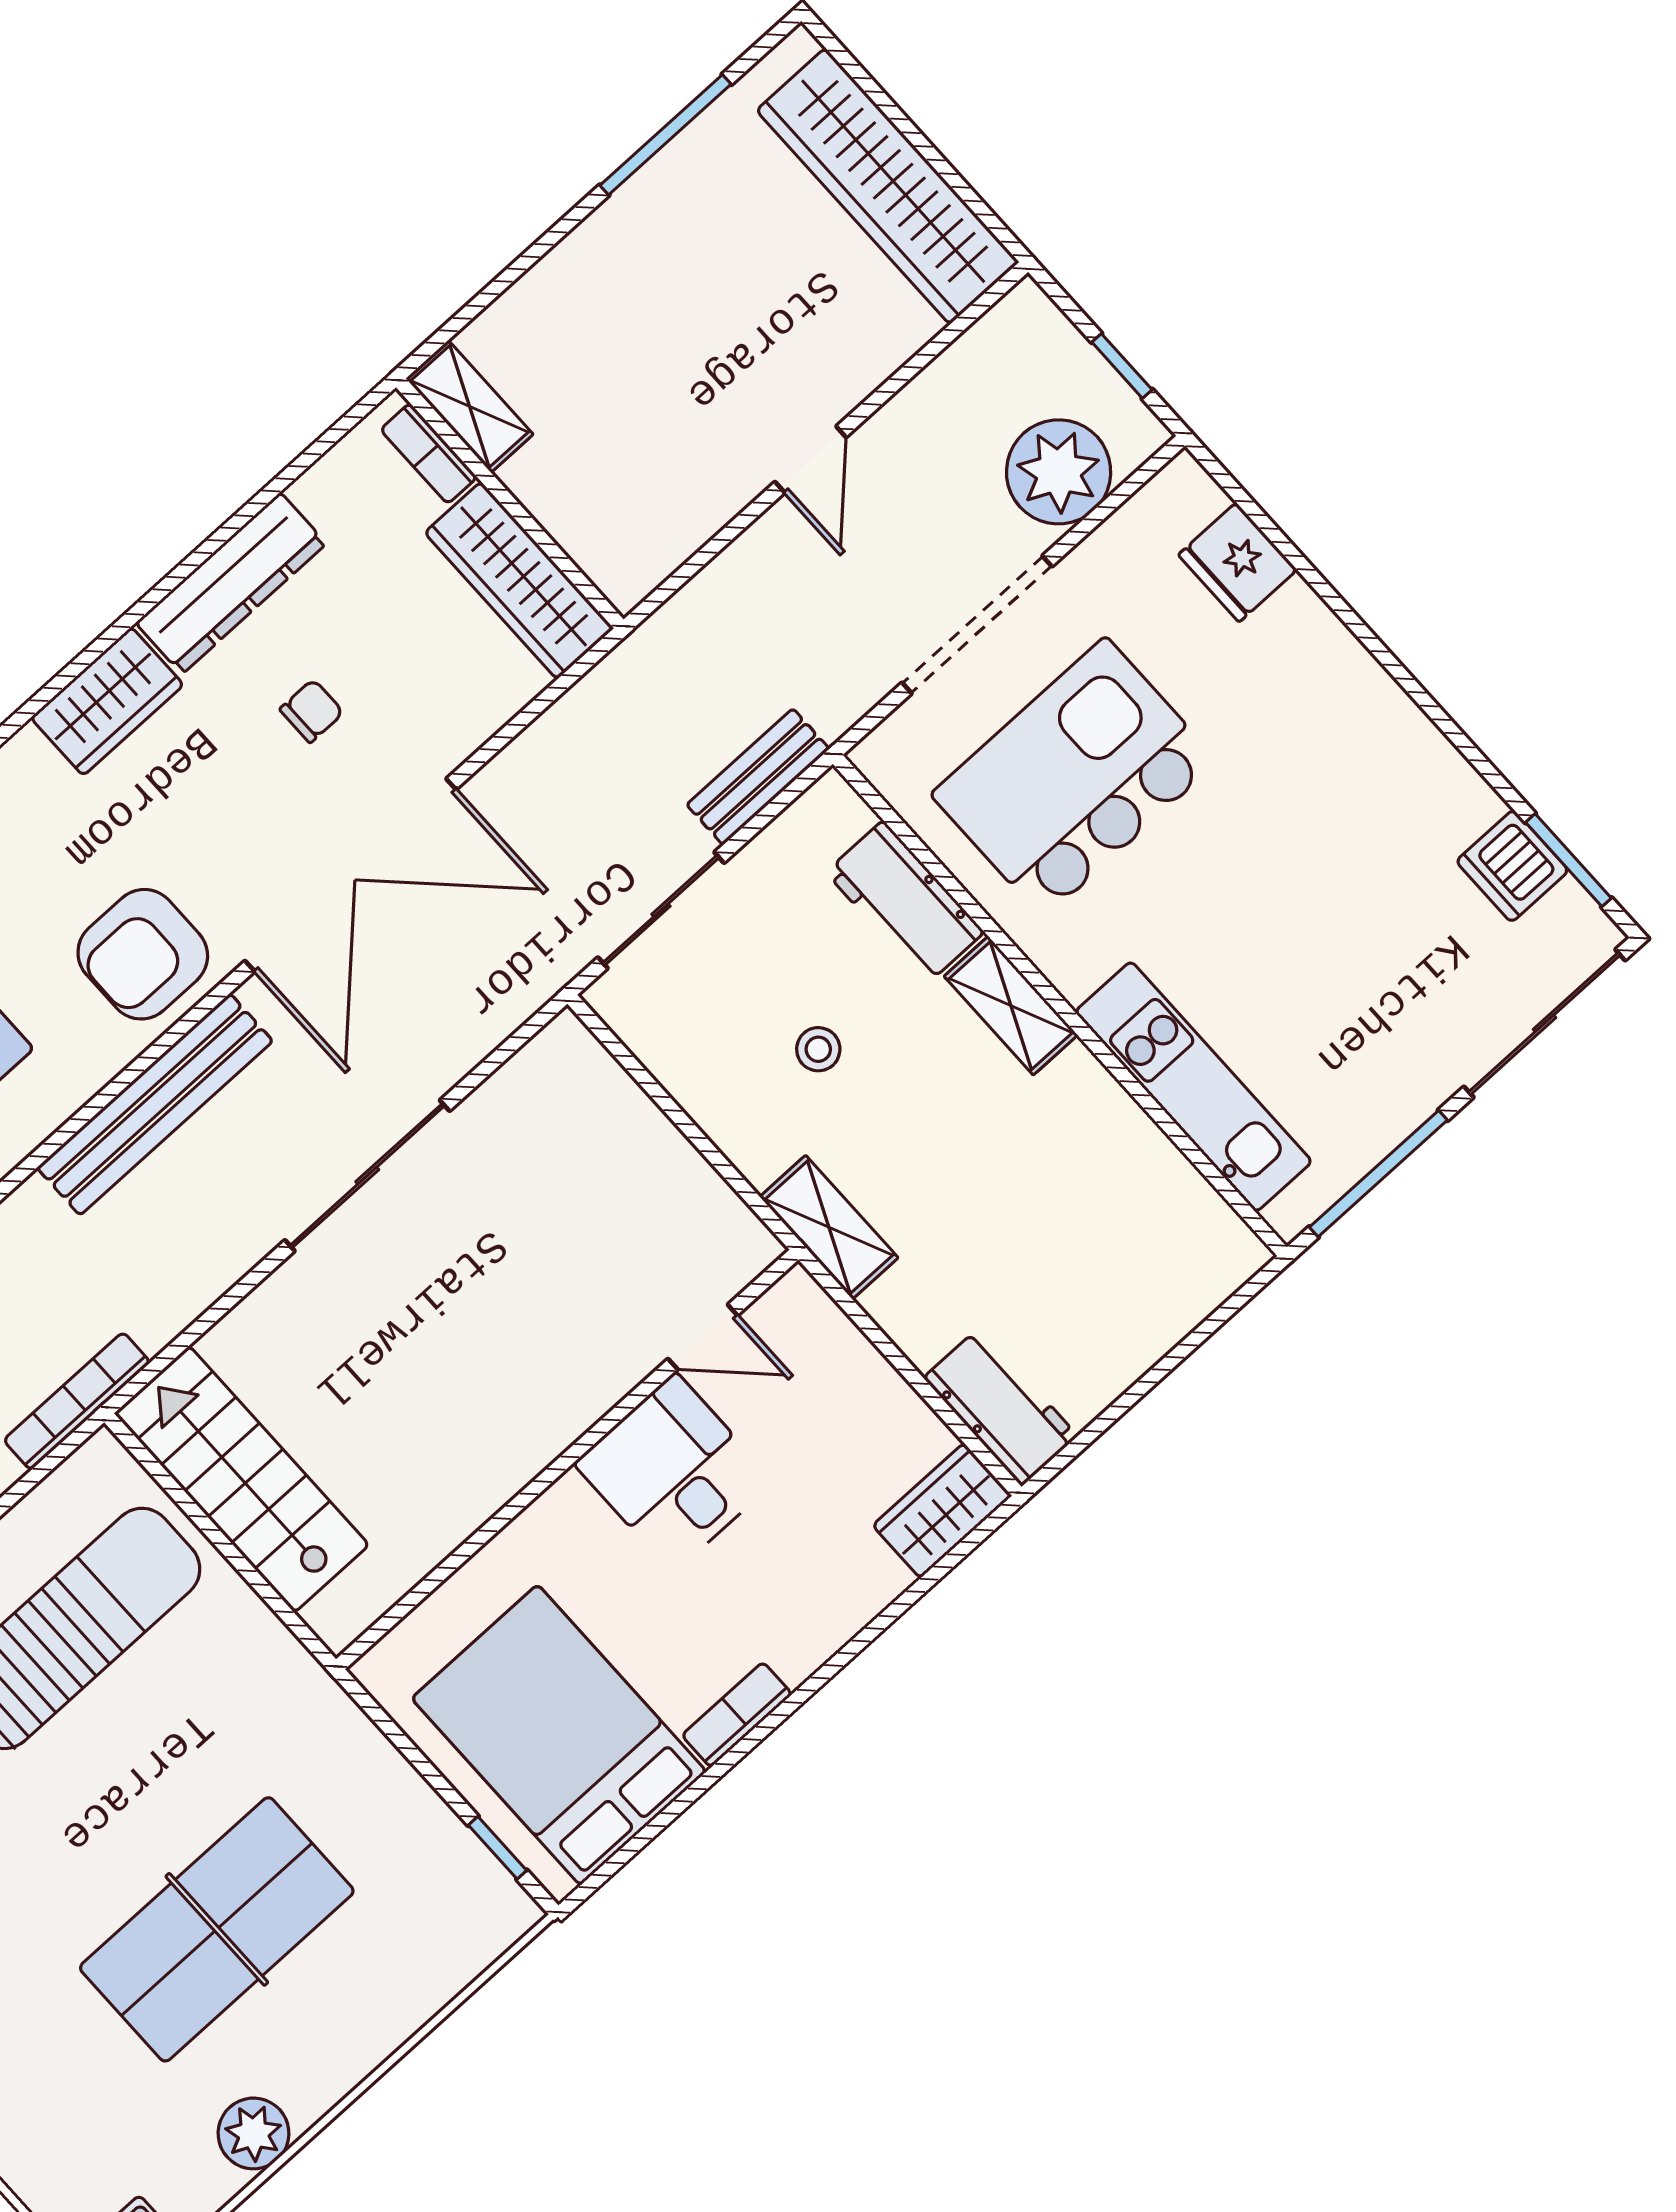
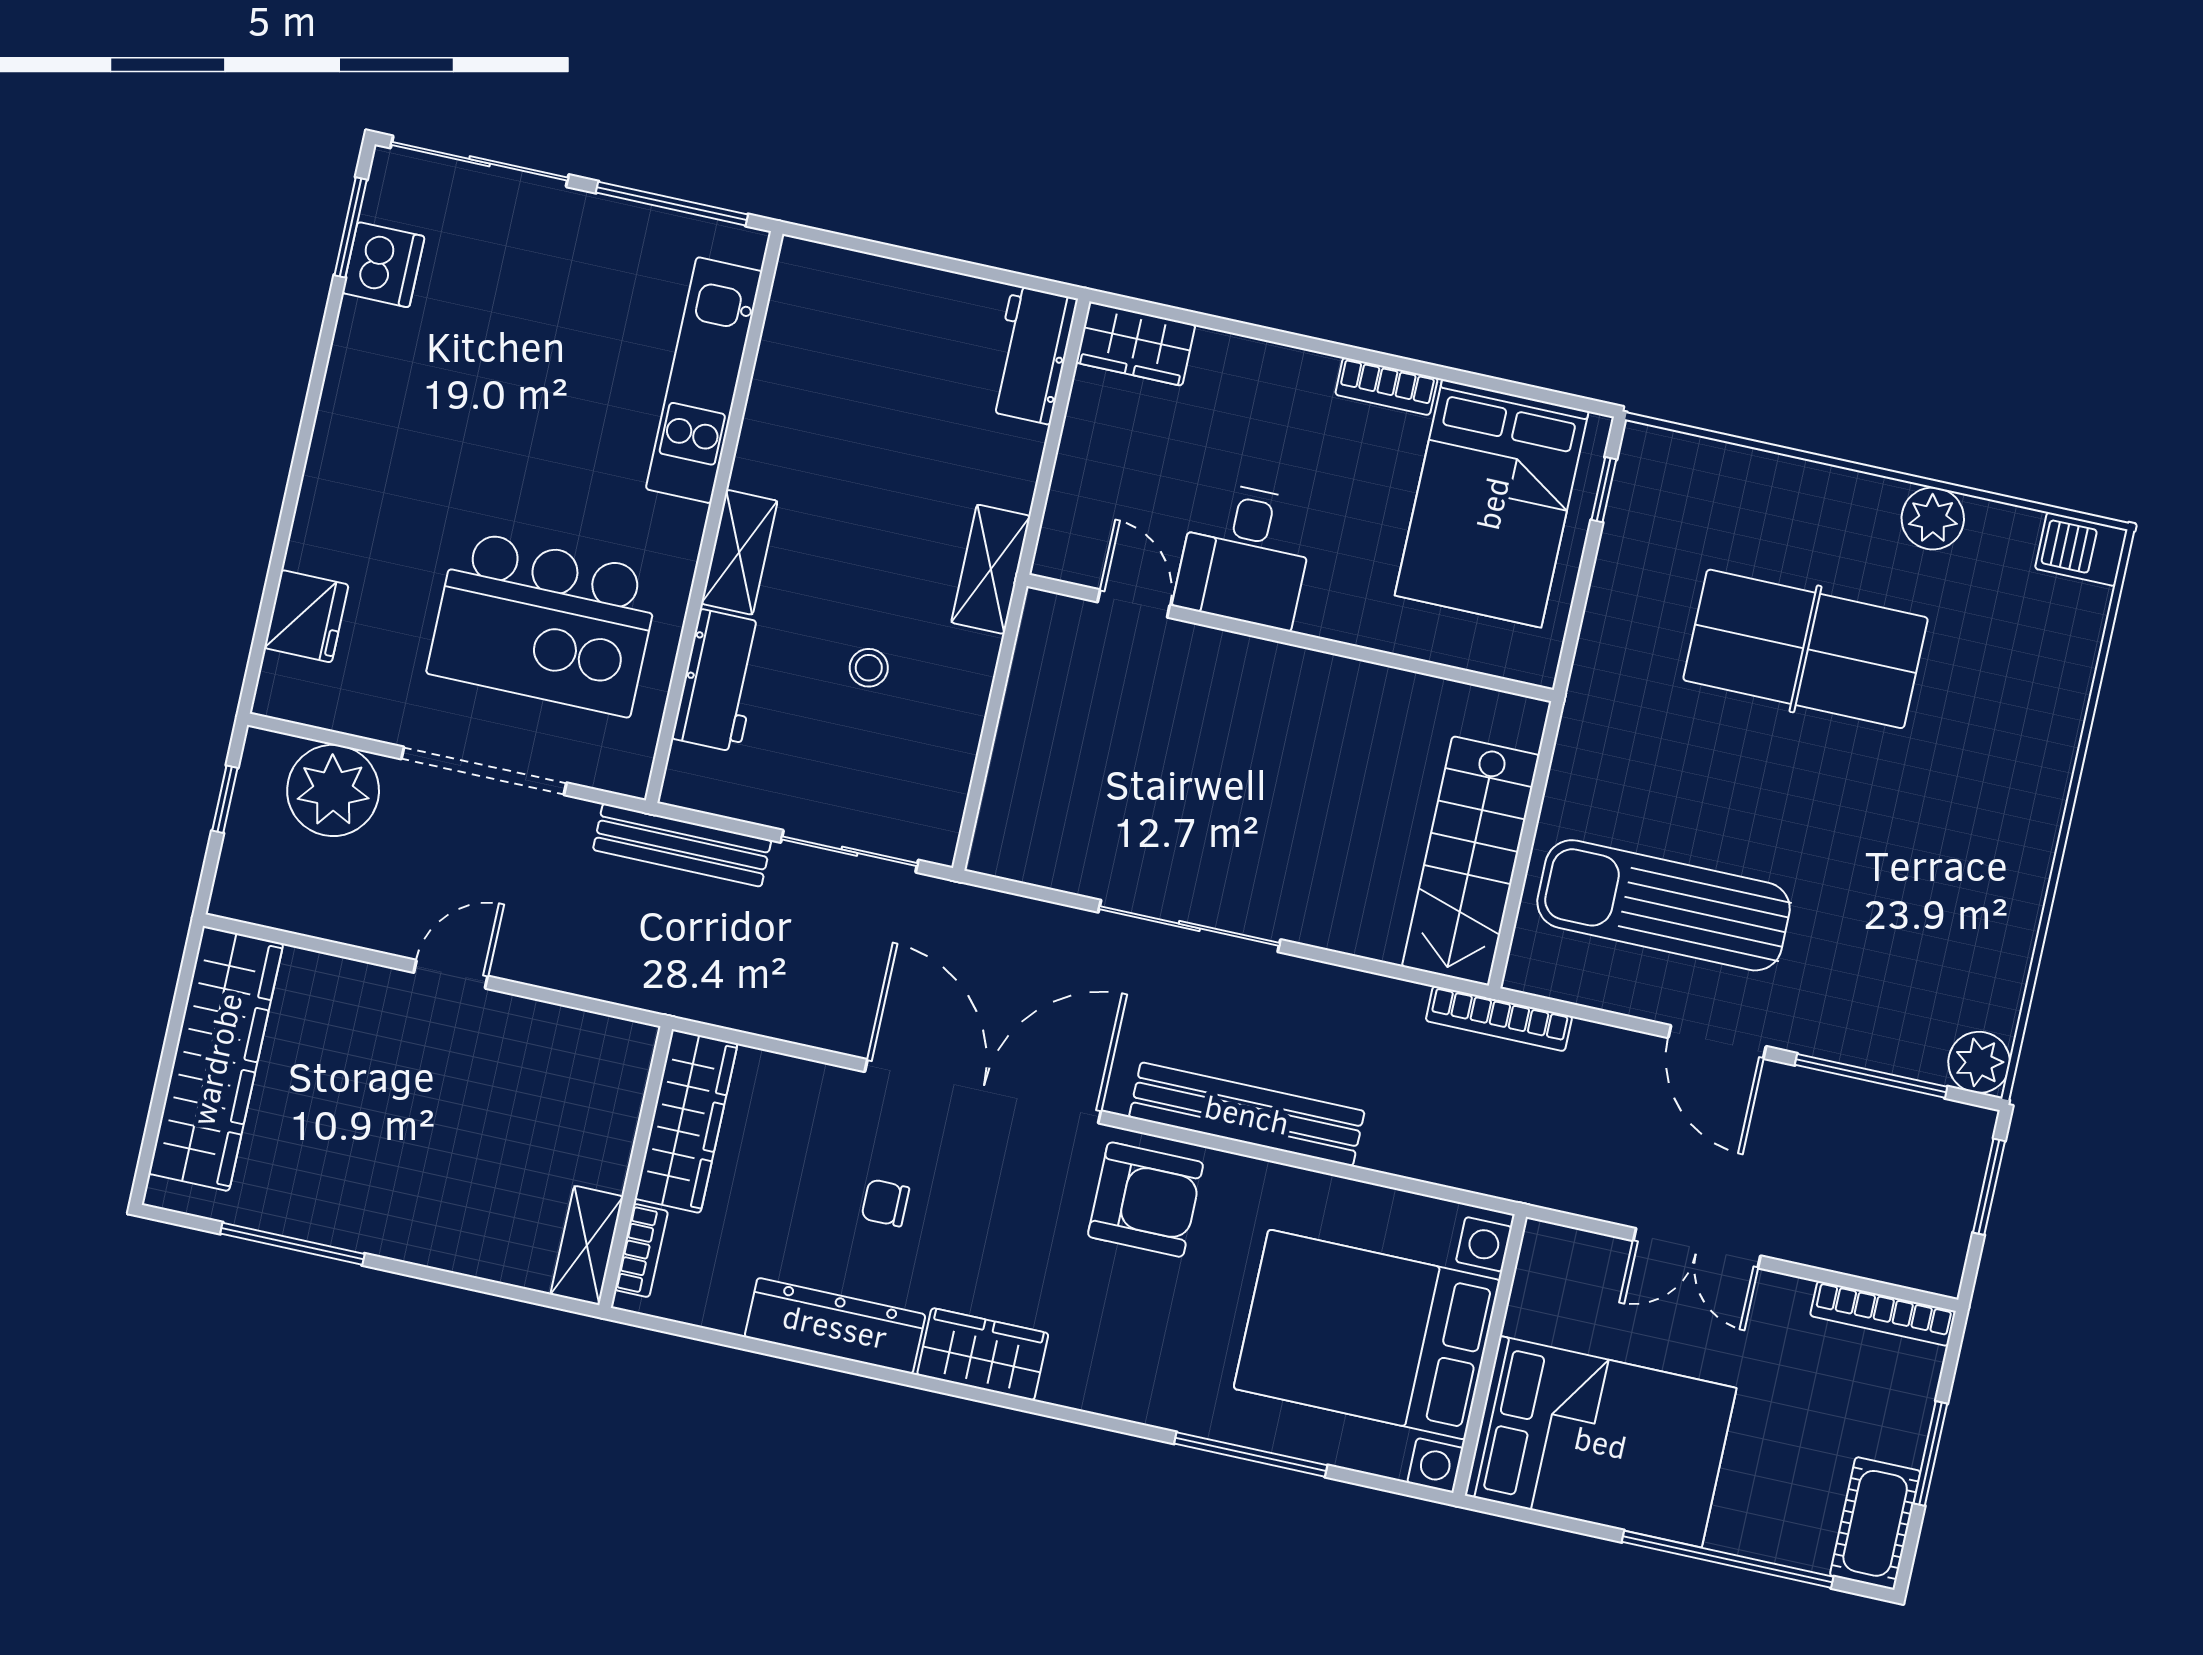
bench: (758, 777) -> (682, 845), width x1.36

